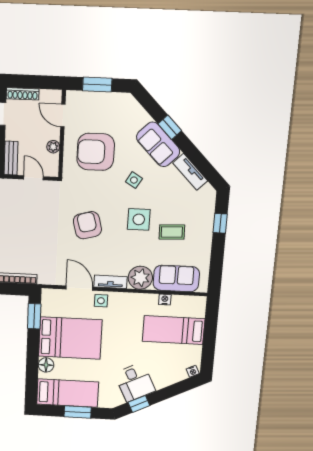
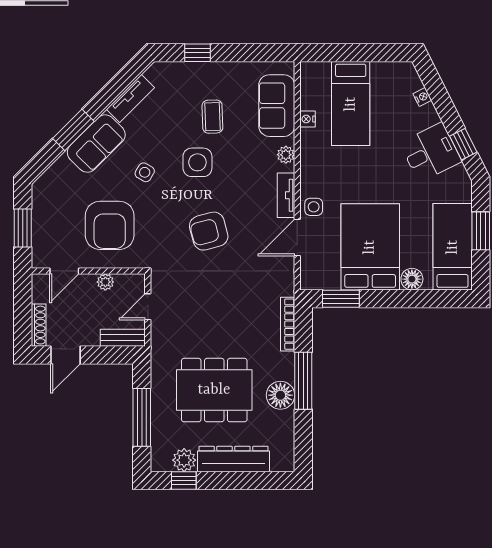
window: (170, 127) -> (73, 130), width x1.50
plant: (140, 278) -> (286, 155), width x0.53, depth x0.53
nightstand: (193, 371) -> (422, 97), moved

